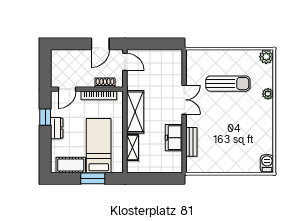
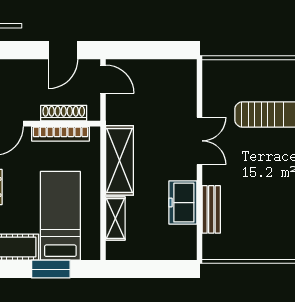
shoe rack: (105, 83) -> (64, 113), width x1.43

